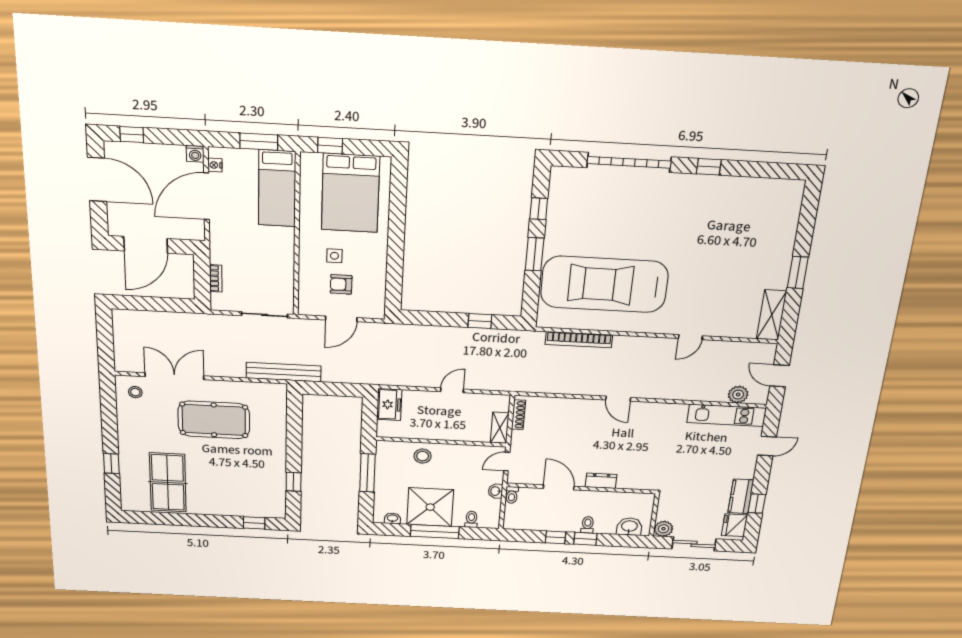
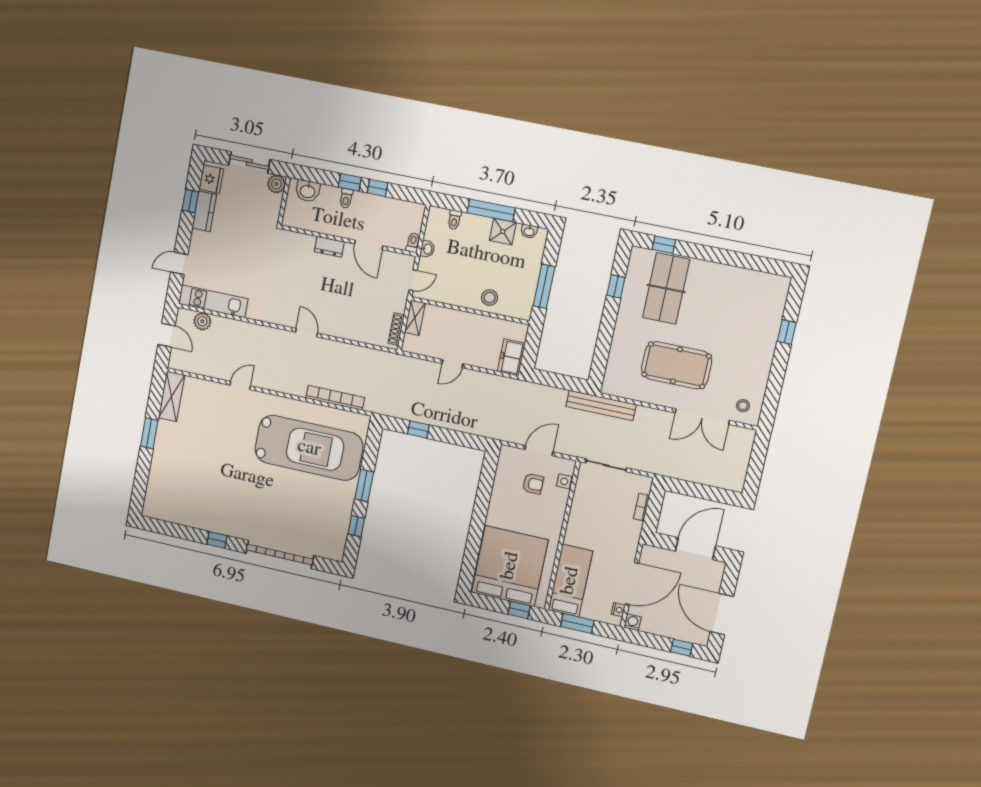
bed: (350, 193) -> (510, 566), width x1.36
side table: (334, 256) -> (564, 481), moved
table tennis table: (168, 482) -> (666, 288), moved
shower: (430, 507) -> (503, 232), width x0.54, depth x0.54

